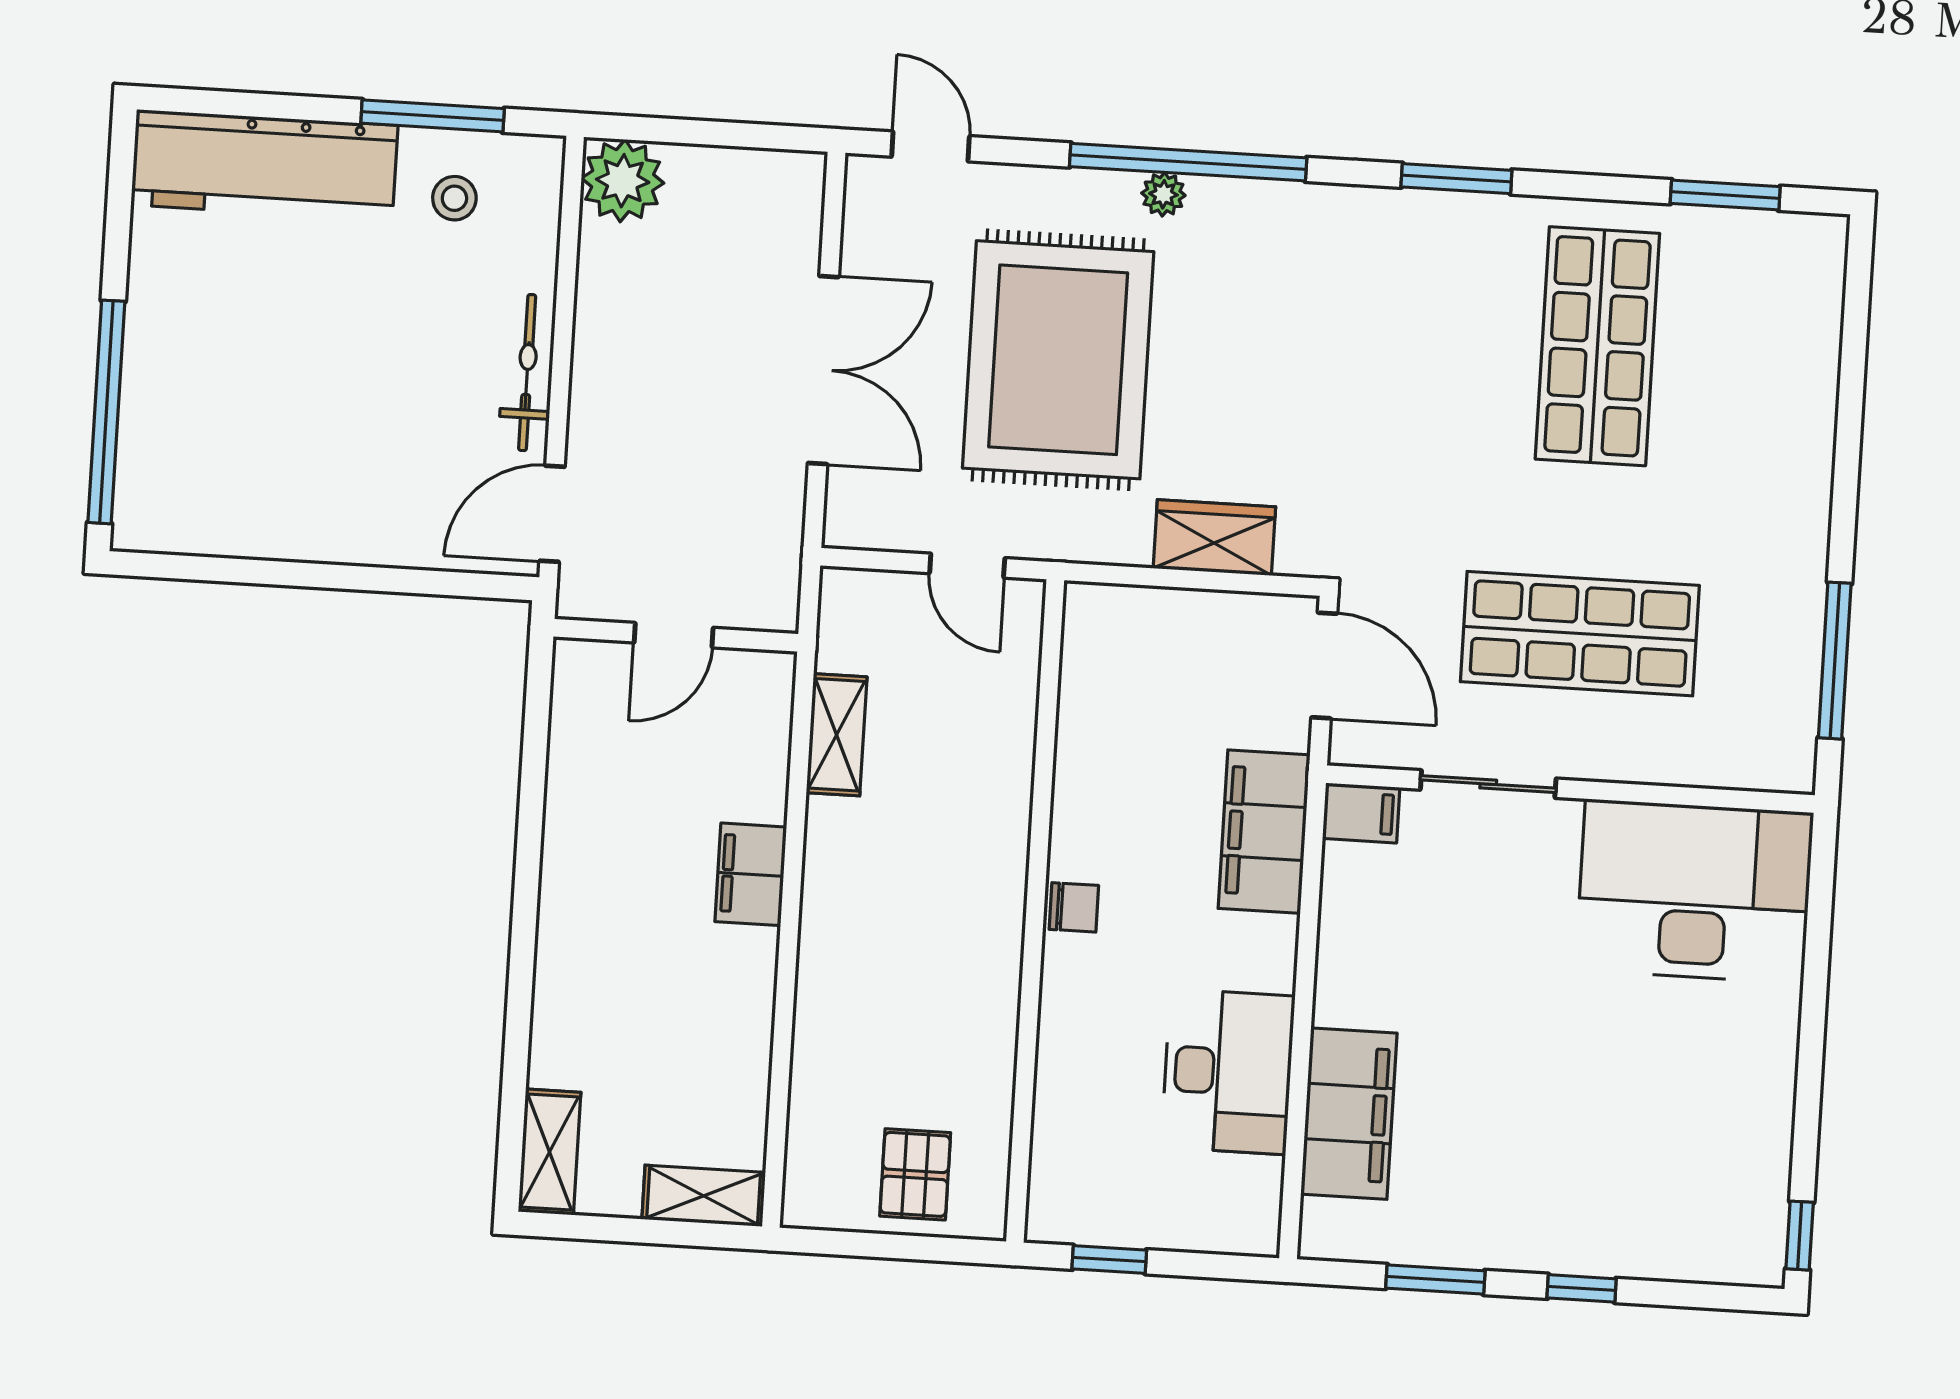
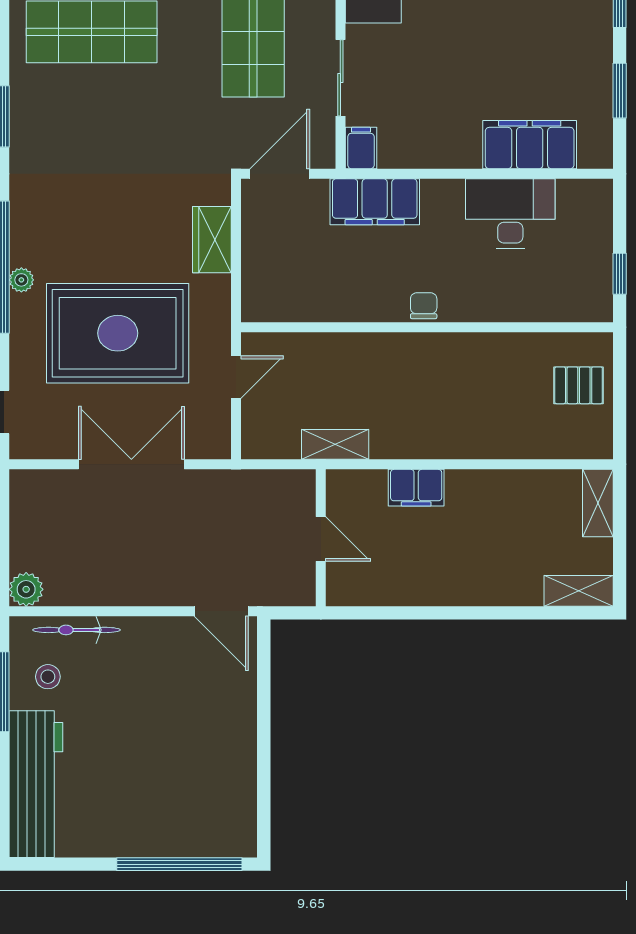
plant: (623, 181) -> (26, 589), width x0.73, depth x0.73
bicycle: (527, 373) -> (77, 630), moved
door: (674, 635) -> (321, 539), moved
wall: (676, 635) -> (321, 538), moved

